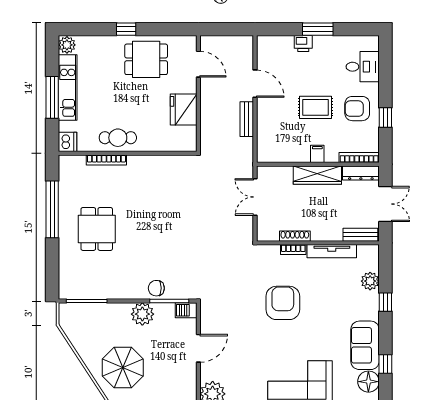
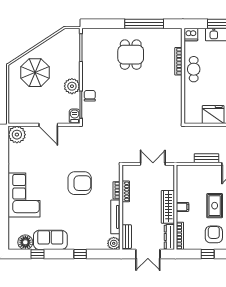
dining table: (97, 229) -> (131, 55), turned 90
plant: (370, 281) -> (114, 243), moved

